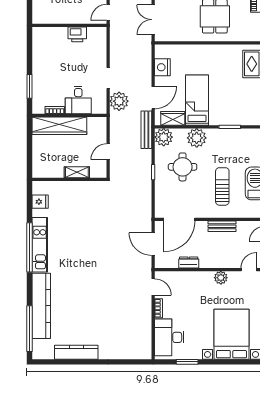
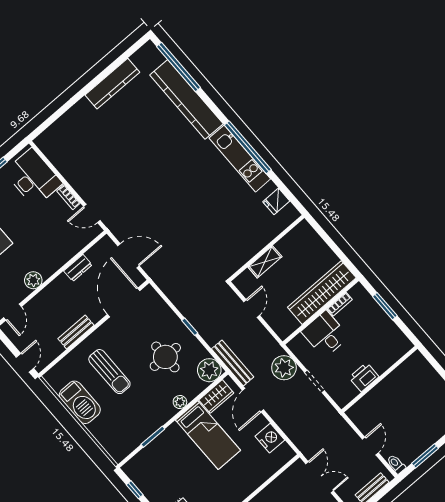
wall: (69, 25) -> (379, 379), moved
printer: (77, 34) -> (364, 377), moved
plant: (197, 138) -> (180, 402), width x0.53, depth x0.53

